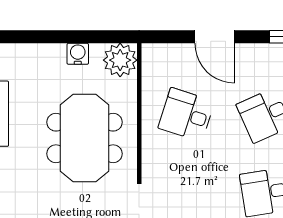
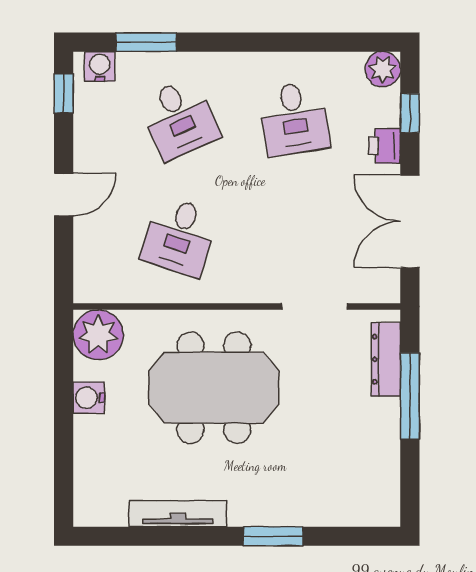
door: (215, 37) -> (64, 194), width x0.73

